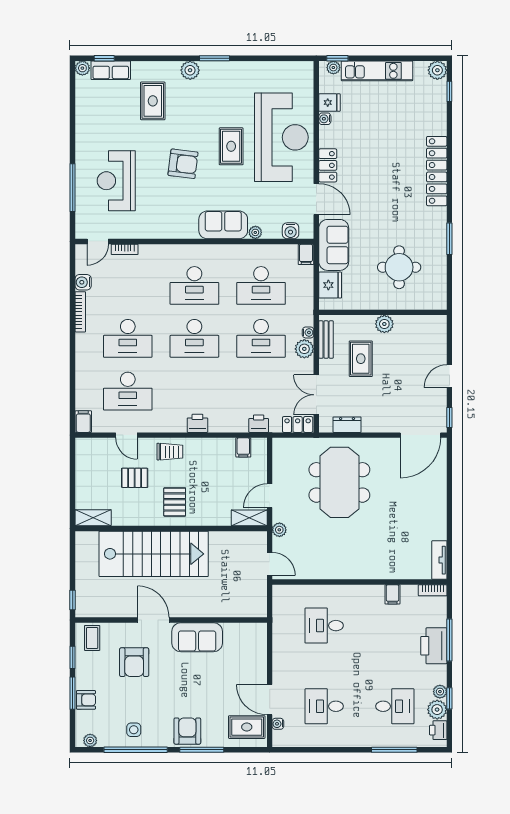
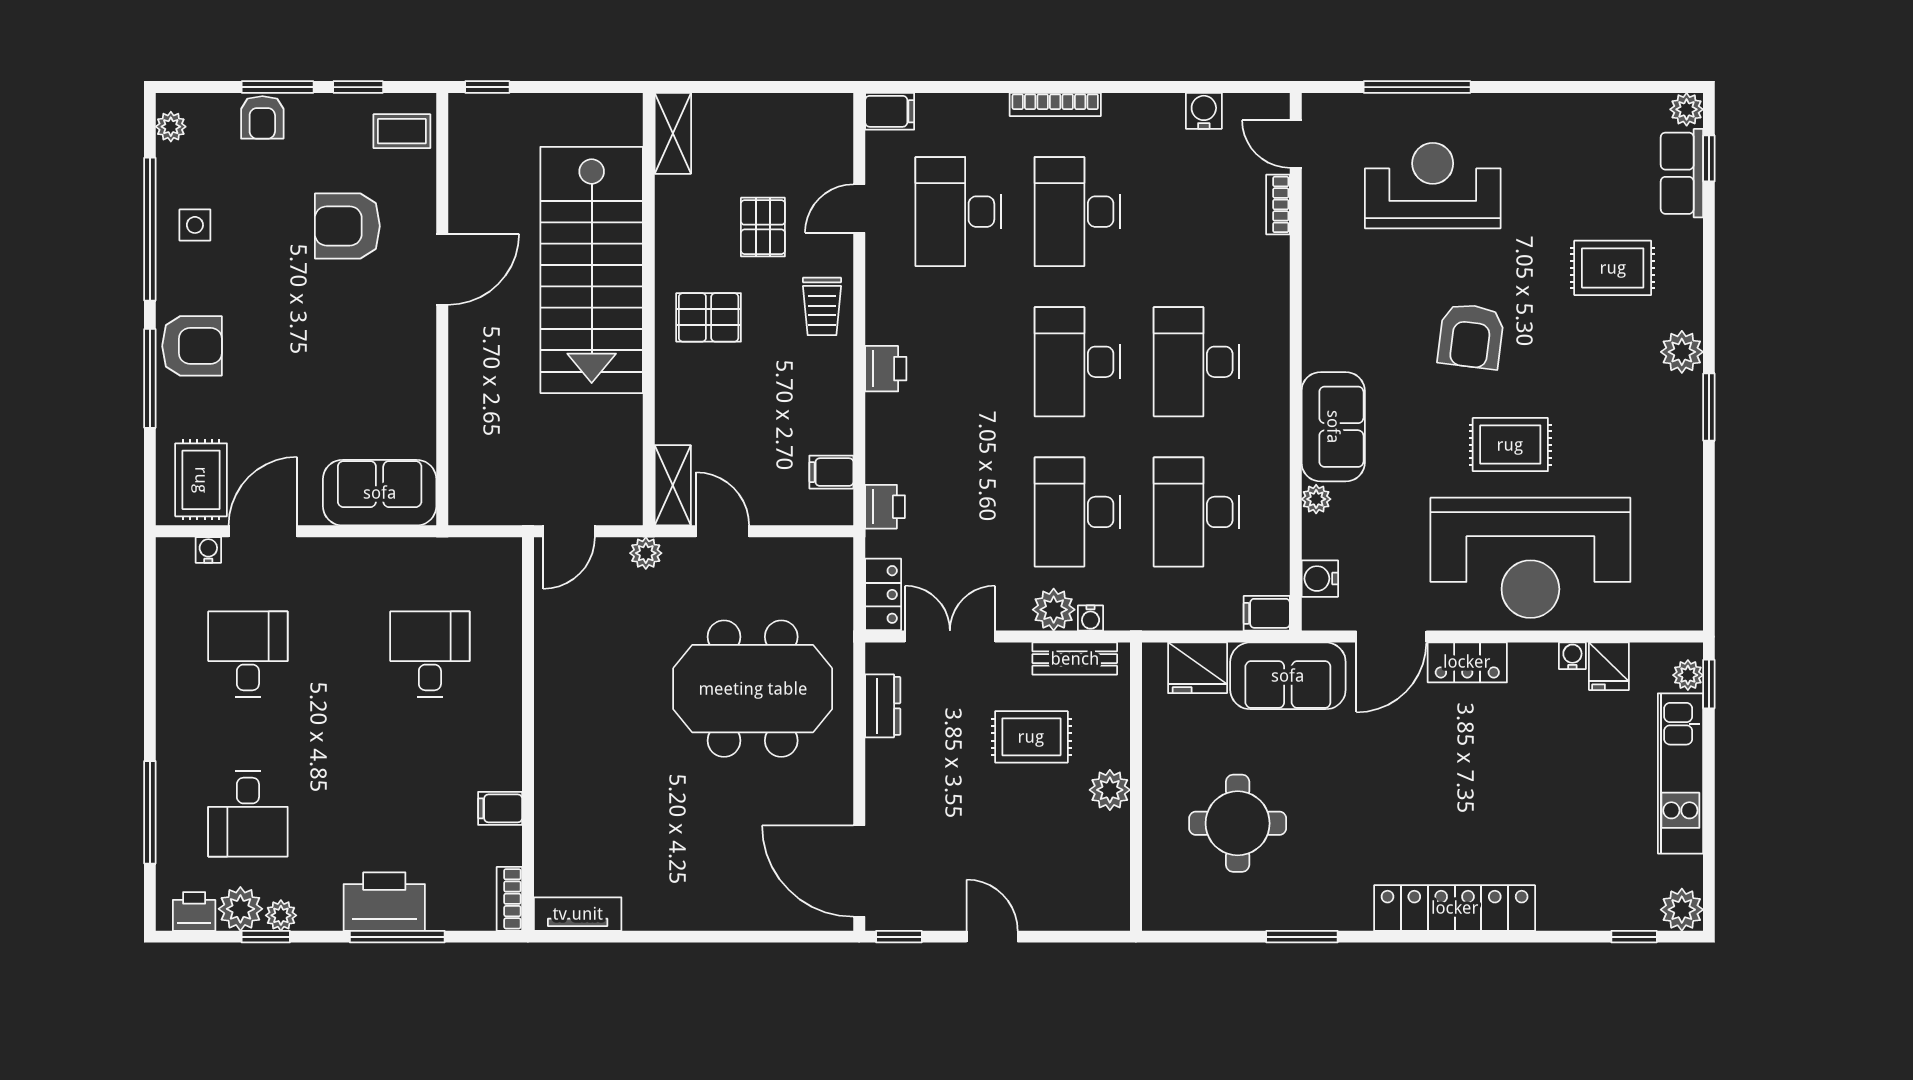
bookcase: (80, 312) -> (1055, 105), moved
sofa: (197, 637) -> (380, 493), moved, turned 90

